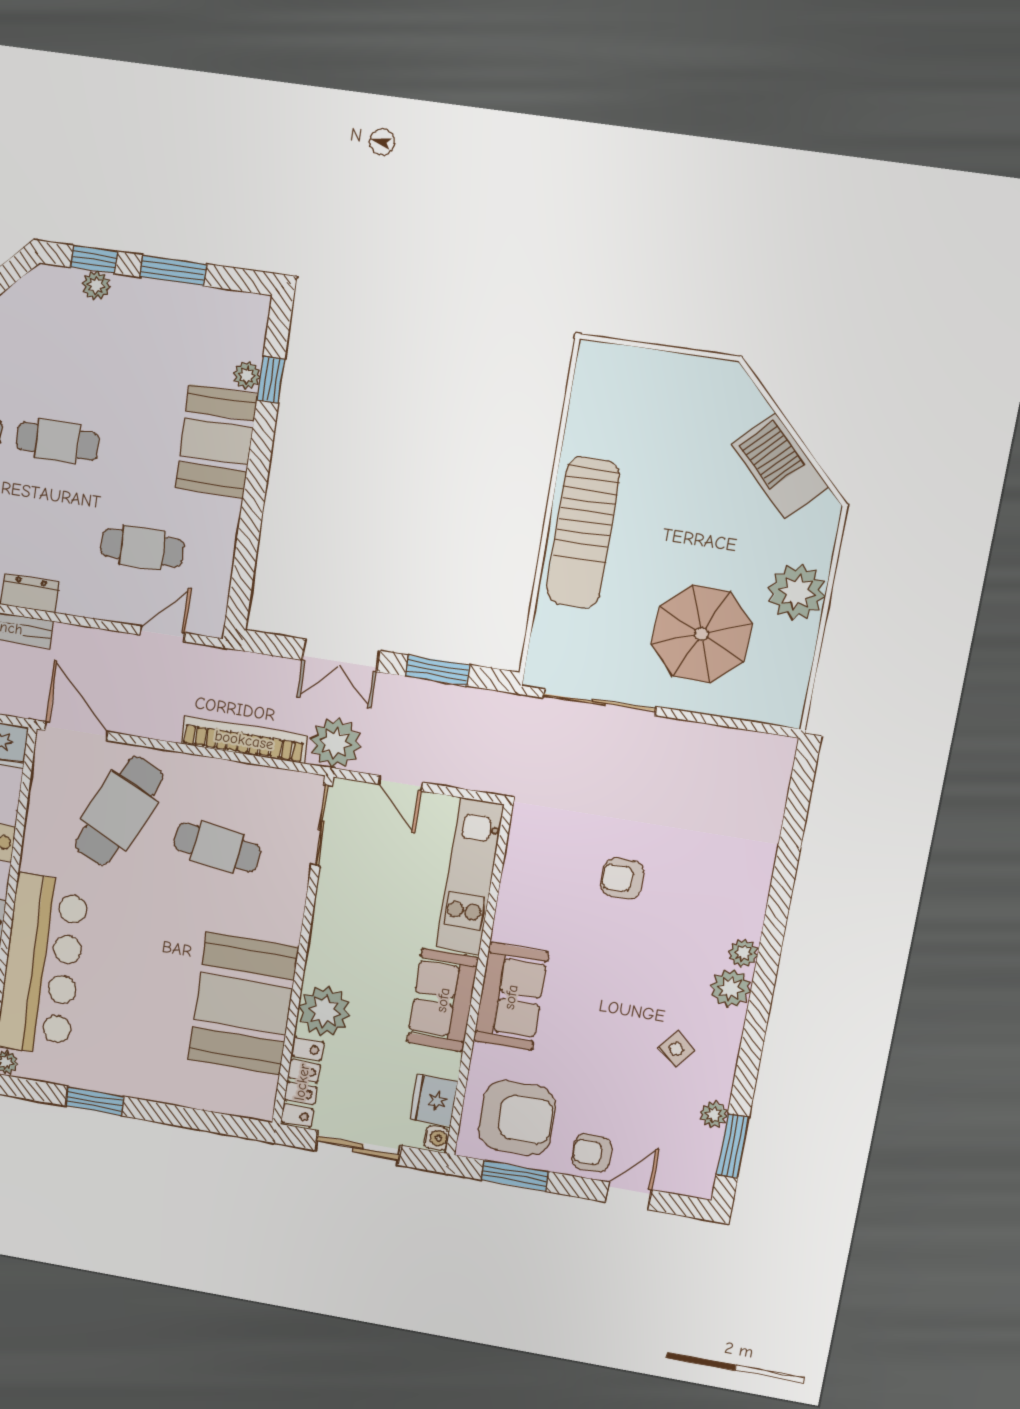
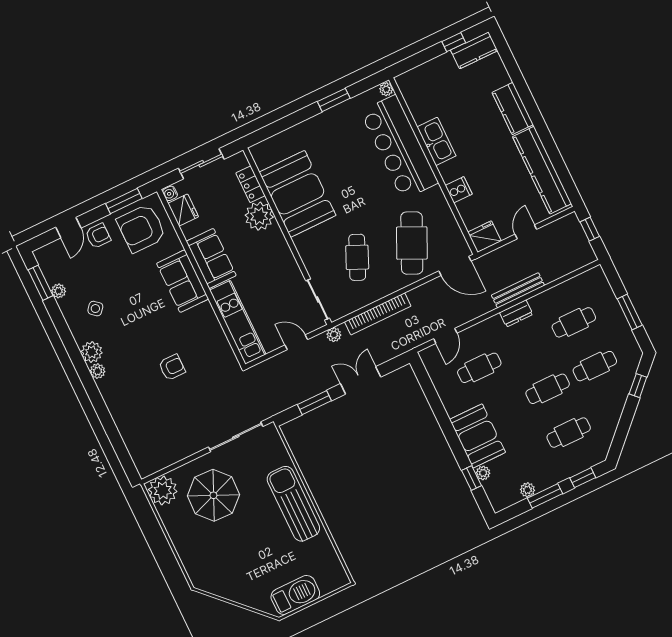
plant: (96, 285) -> (528, 490), moved
cafe table: (69, 348) -> (569, 433), added
barbecue: (780, 466) -> (295, 595), moved, turned -45
plant: (797, 592) -> (163, 491), moved
plant: (336, 743) -> (334, 335), width x0.53, depth x0.53
cafe table: (217, 847) -> (357, 257), turned -74
locker: (302, 1082) -> (250, 184), width x0.66

